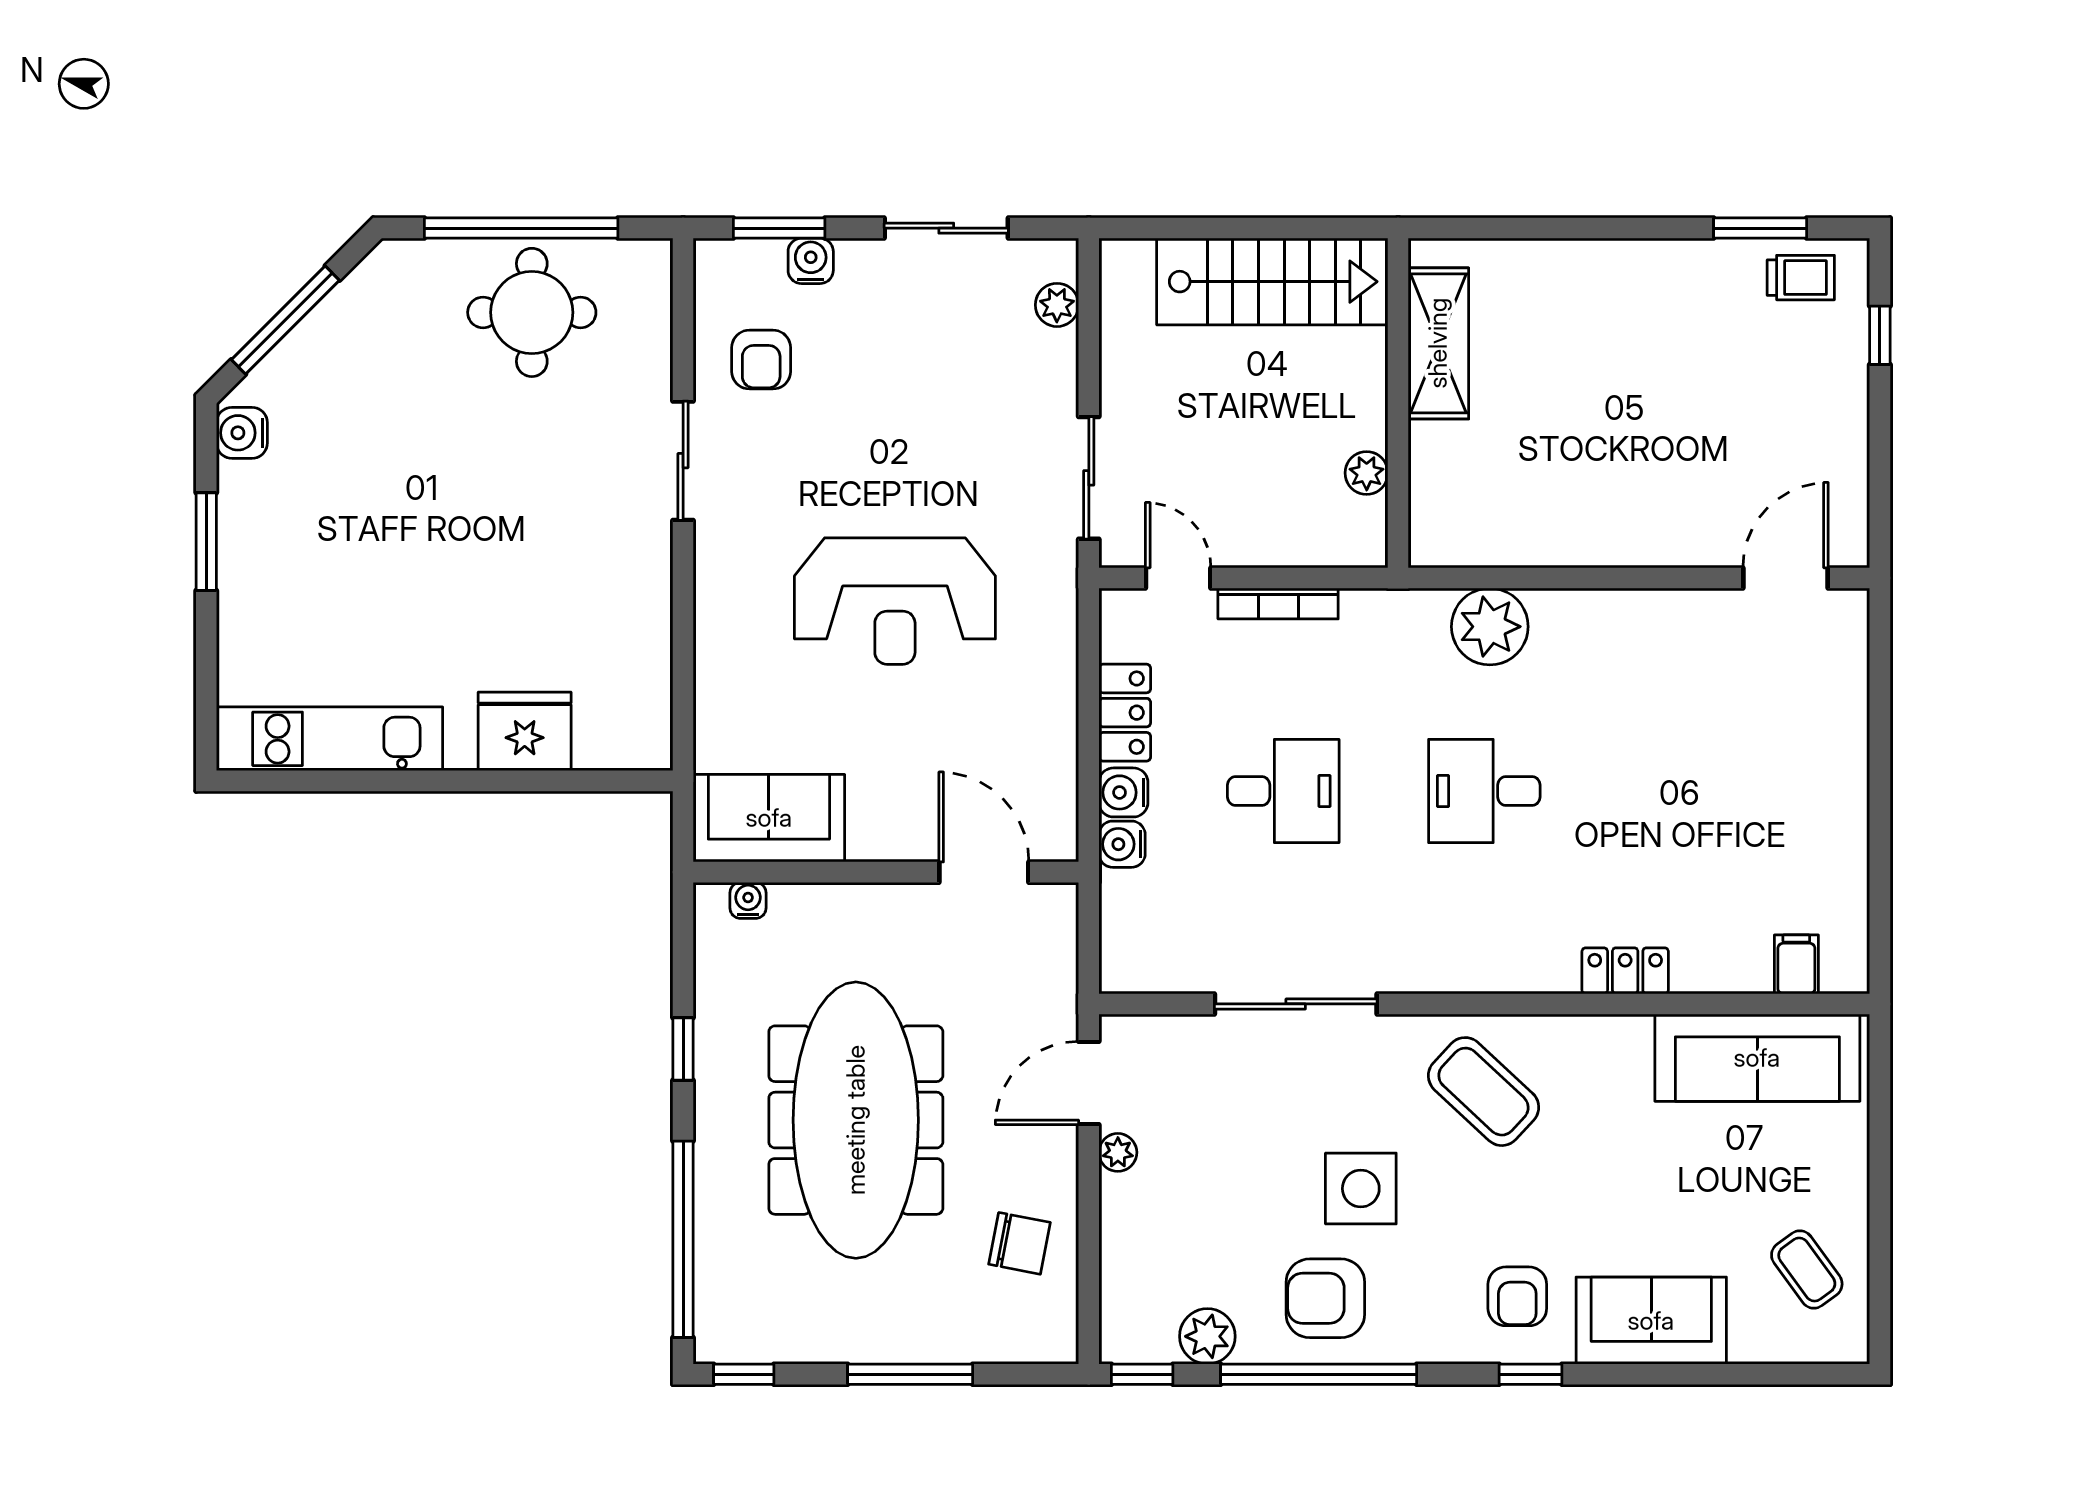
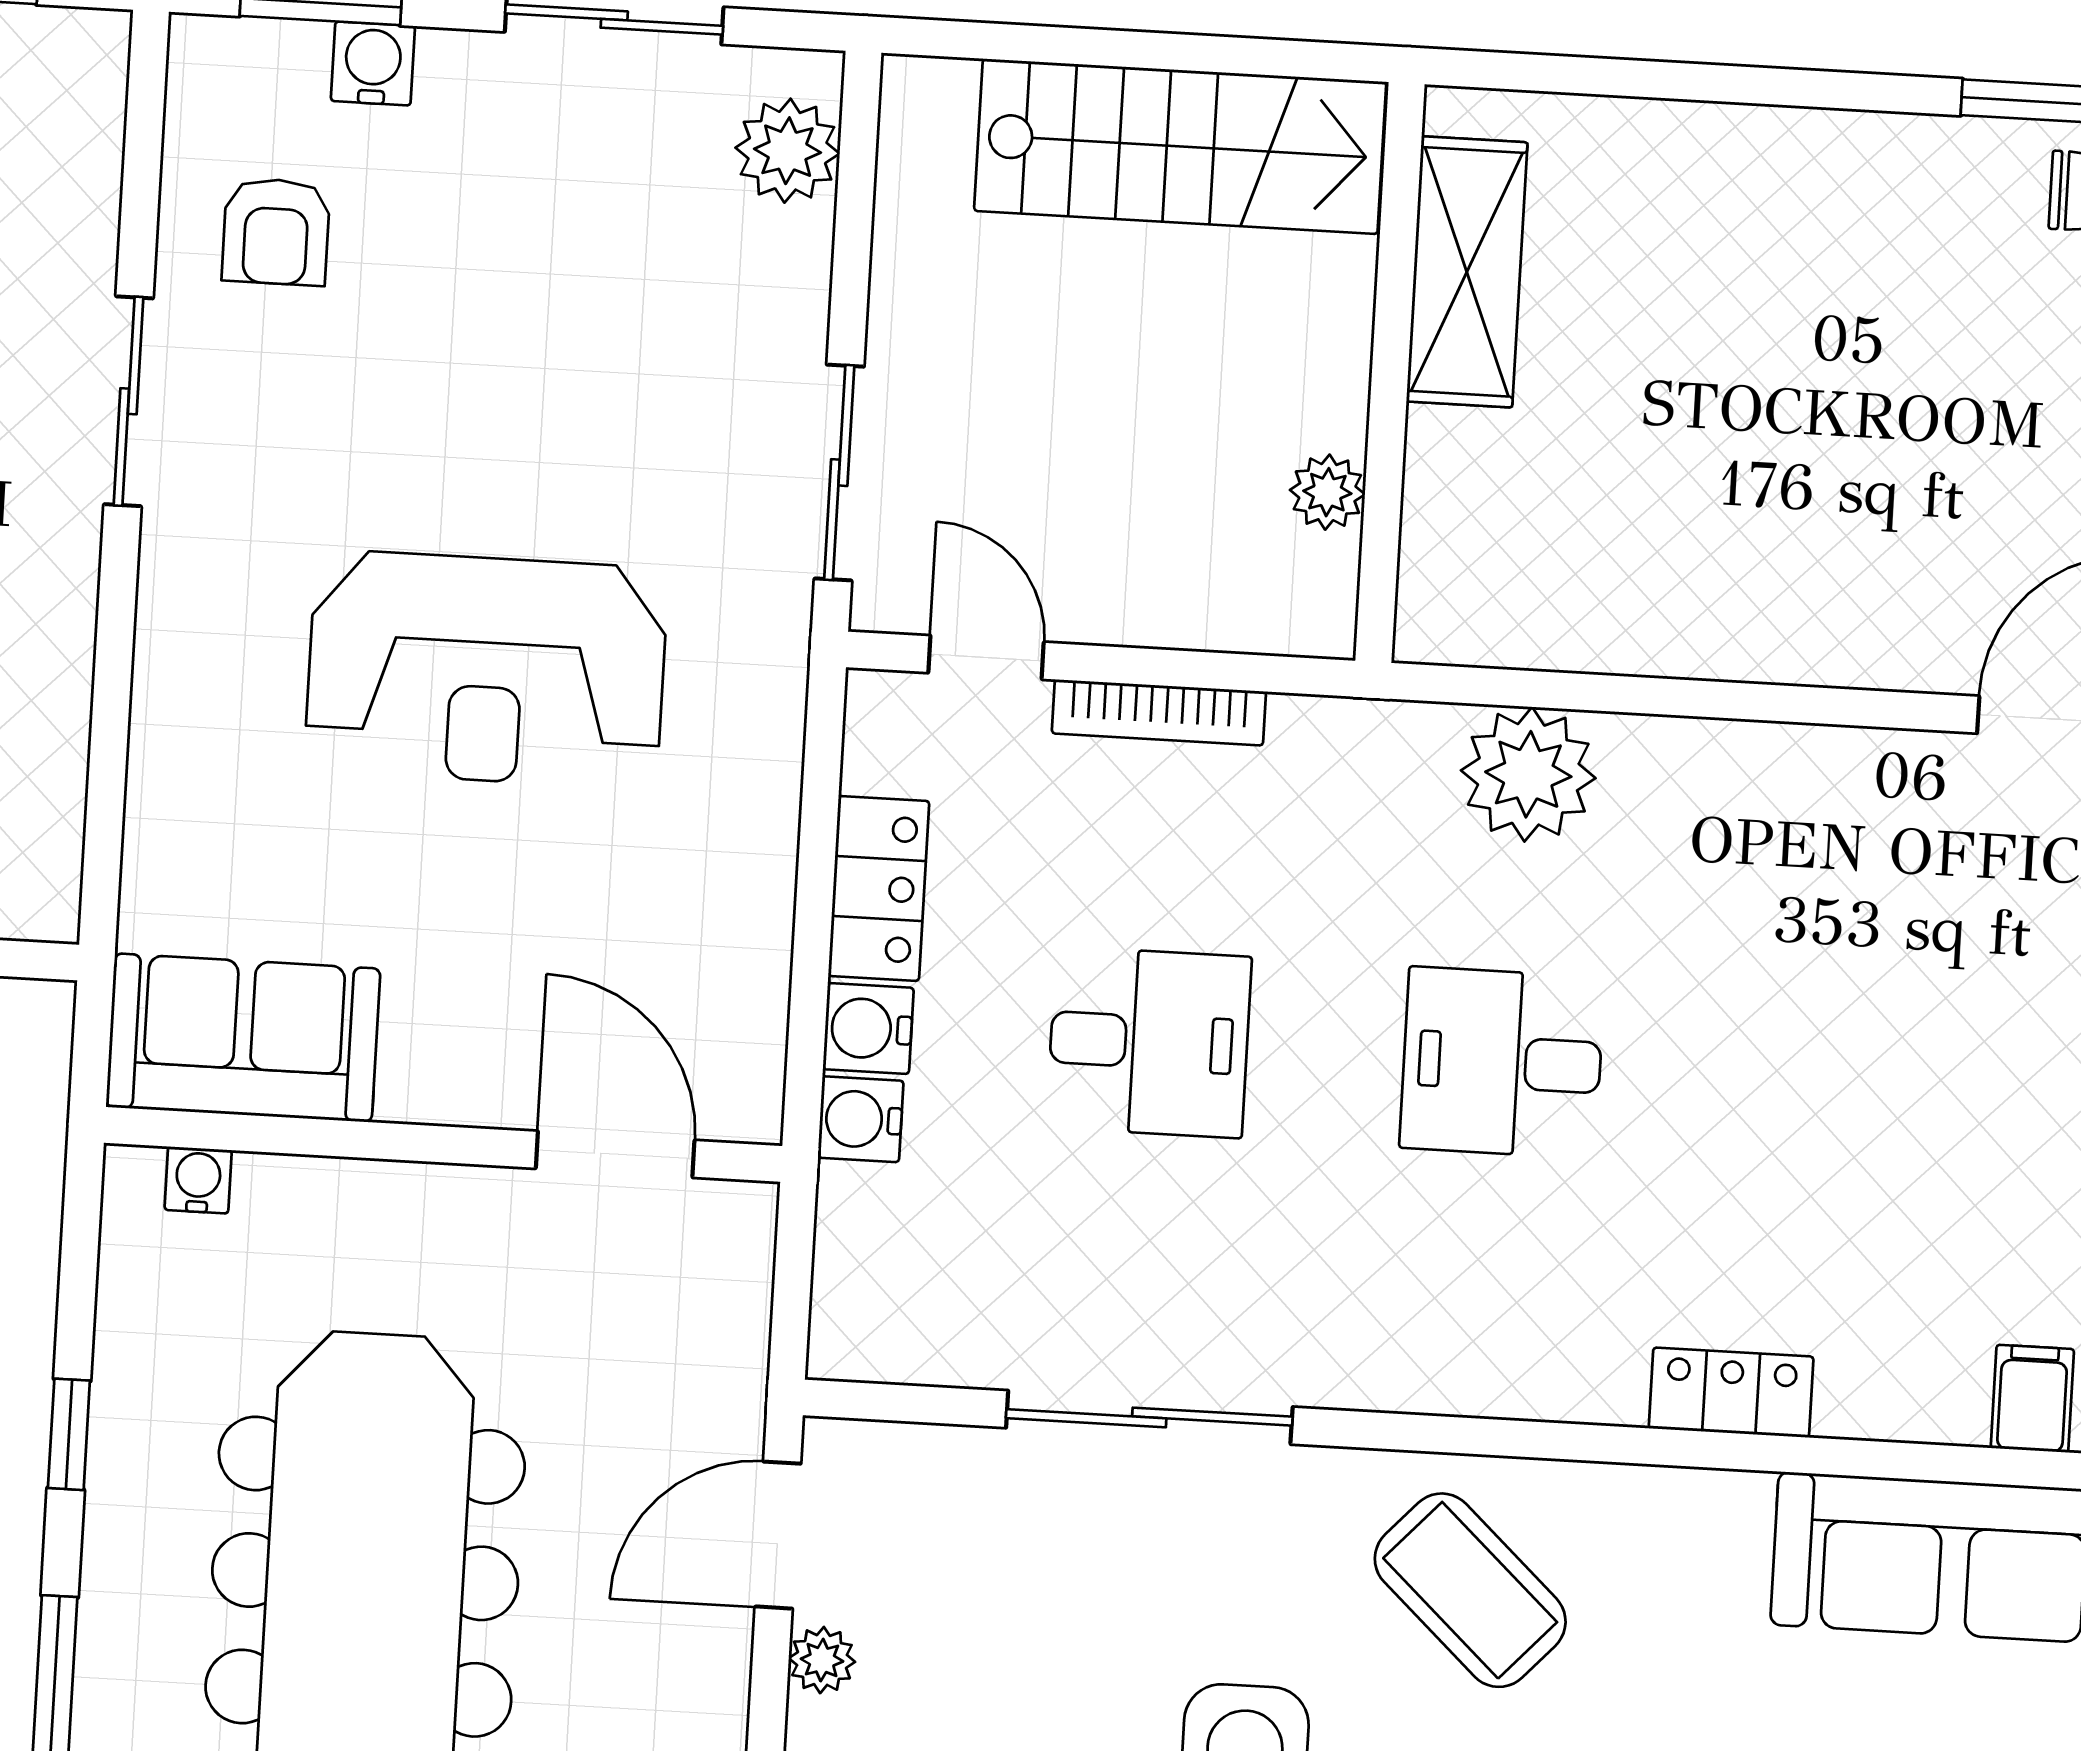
plant: (1057, 305) -> (788, 151), width x1.38, depth x1.38

